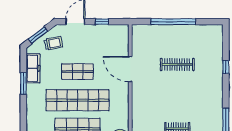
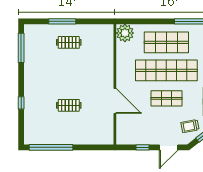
window: (173, 22) -> (51, 147), moved
clothes rail: (177, 64) -> (69, 105), width x0.73

